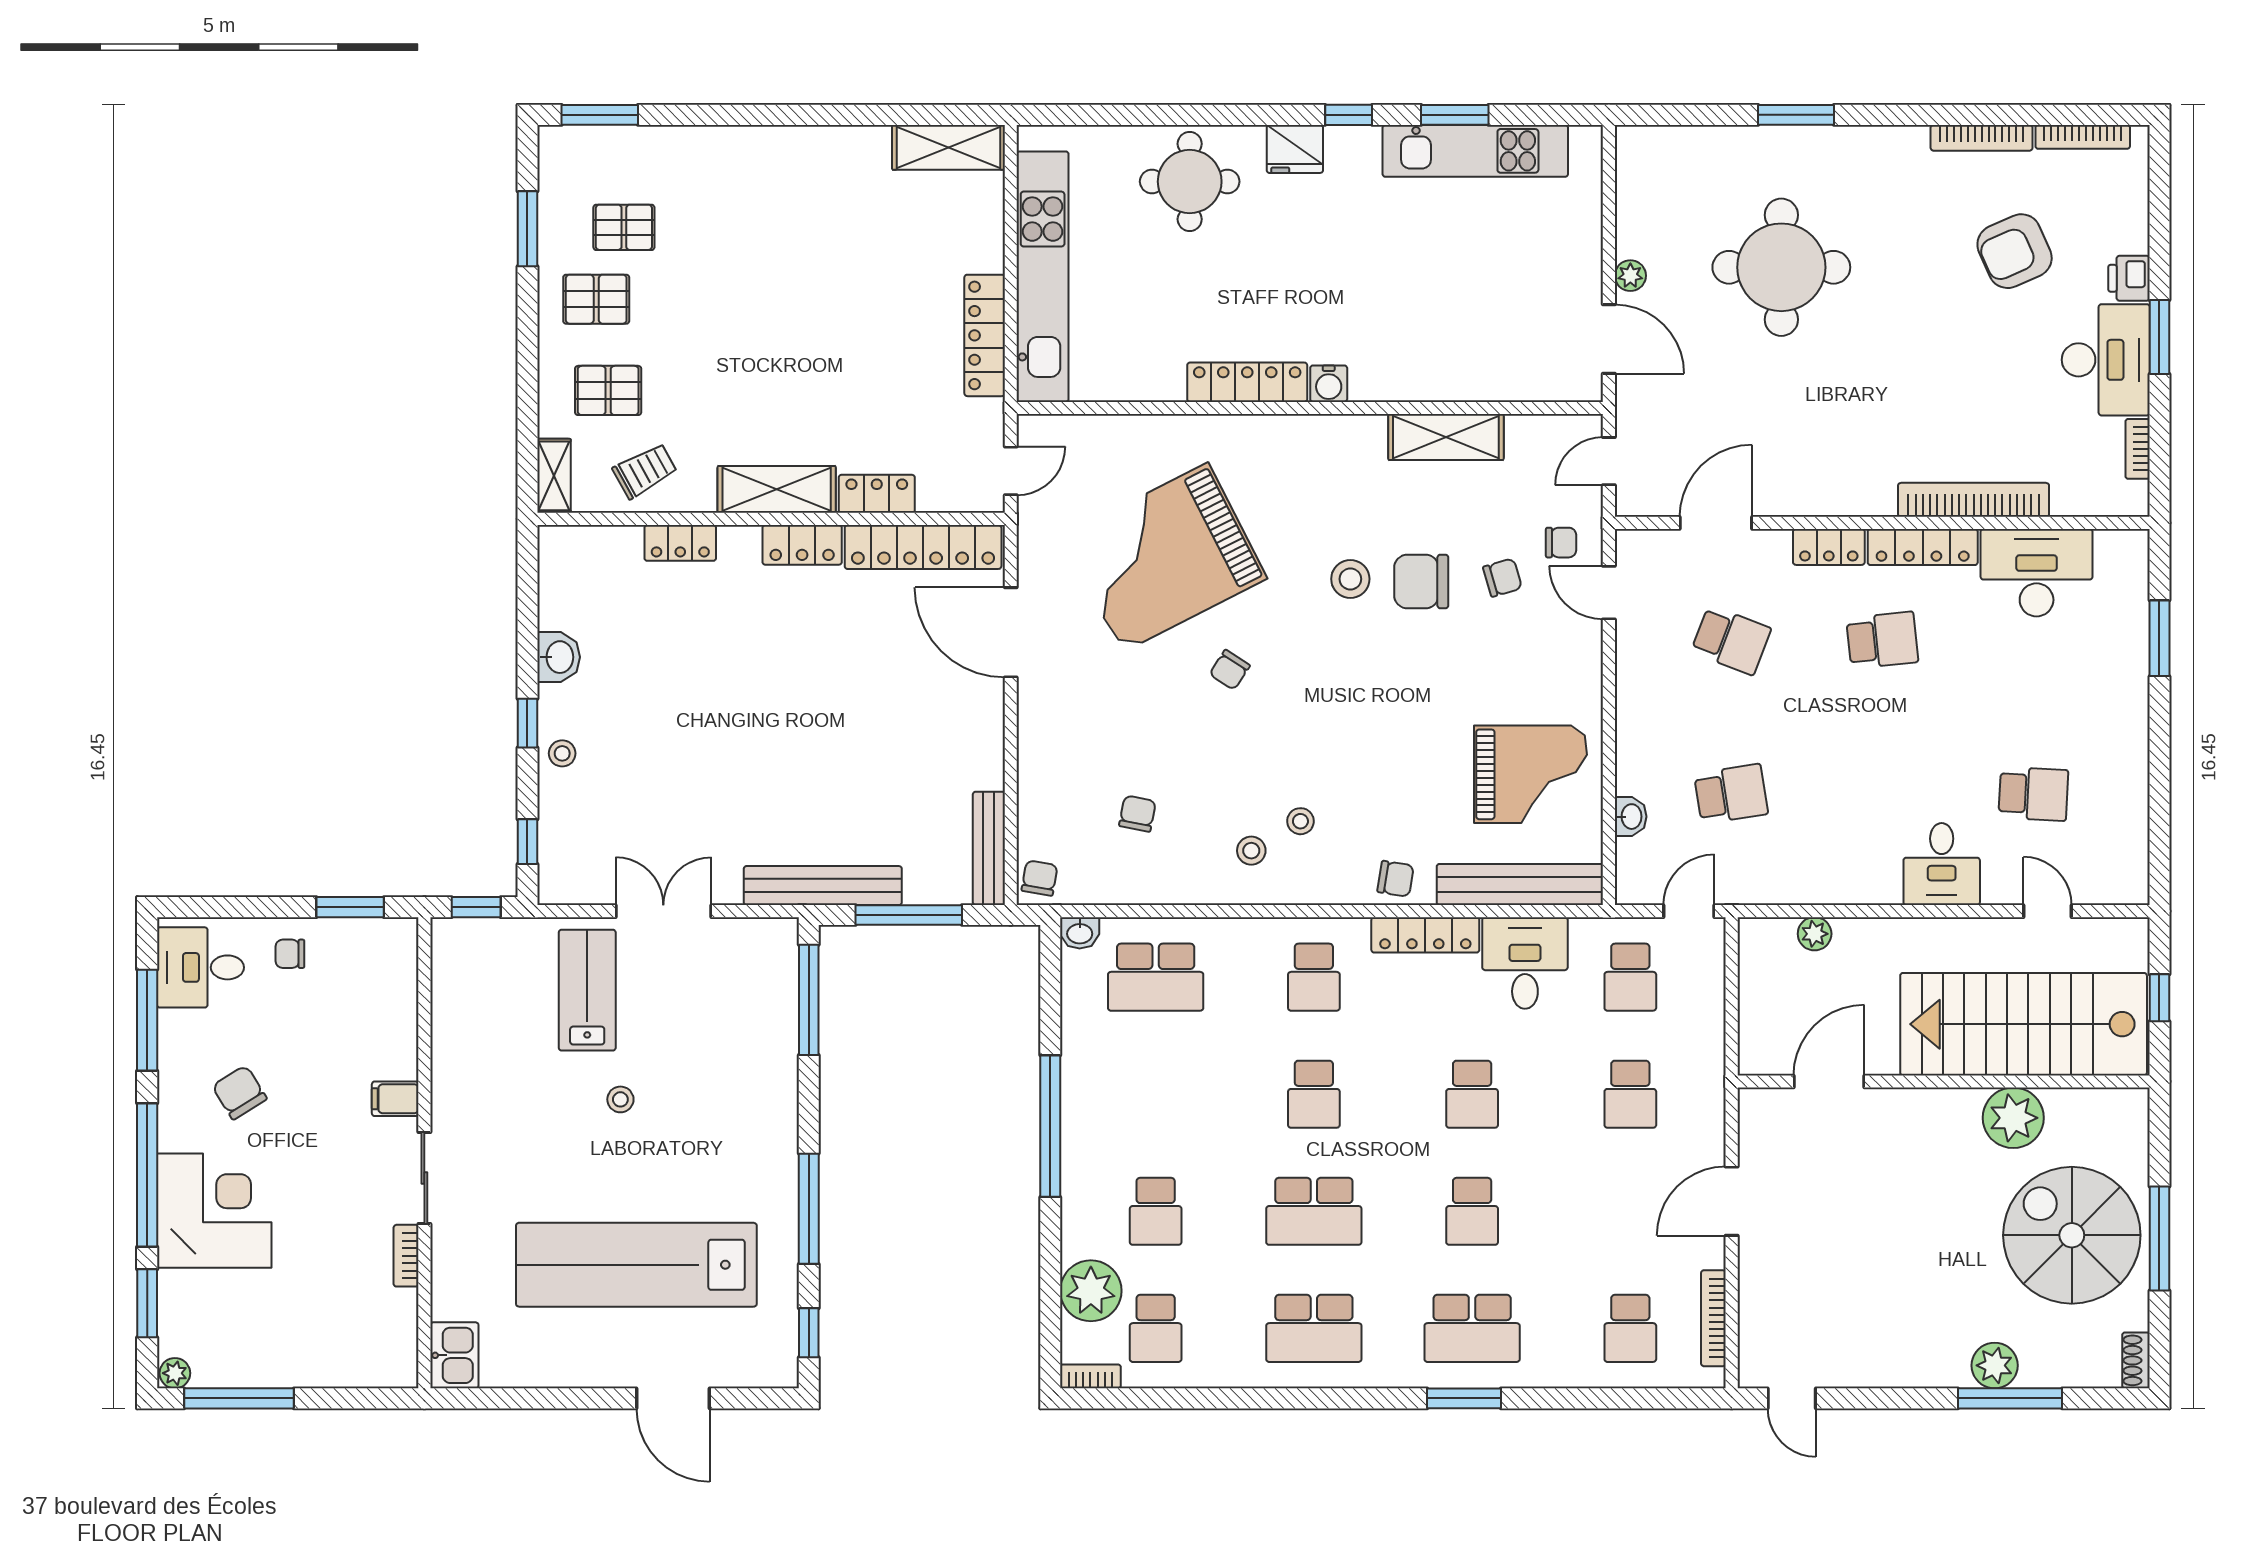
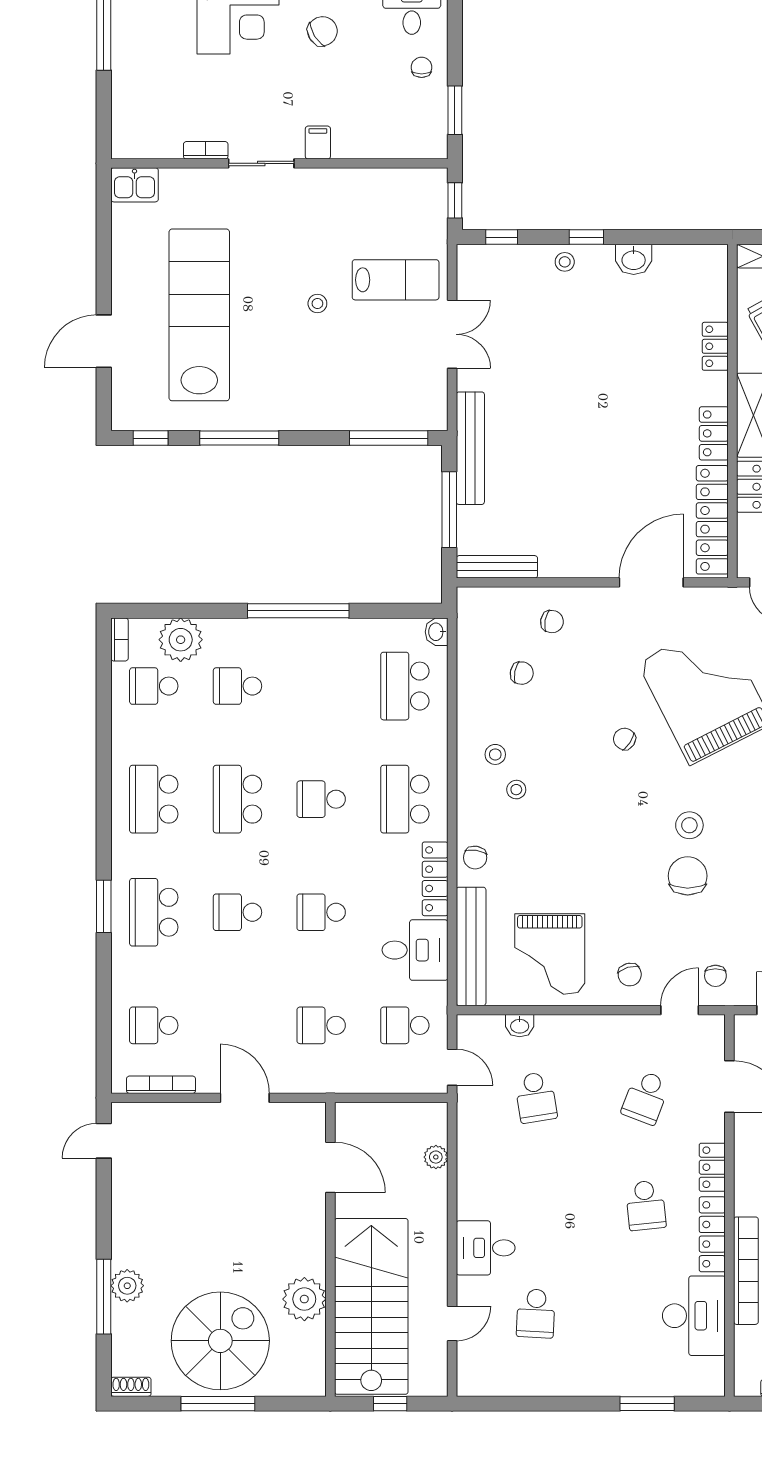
chair: (1503, 578) -> (630, 975), moved
chair: (1040, 878) -> (552, 622), moved
school desk: (1314, 977) -> (405, 799), width x1.85

